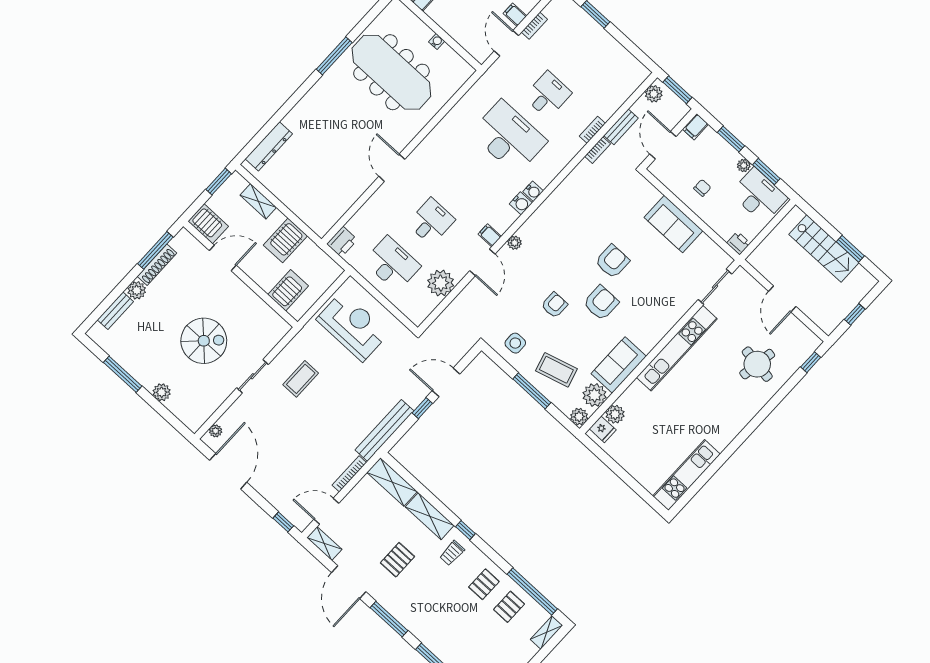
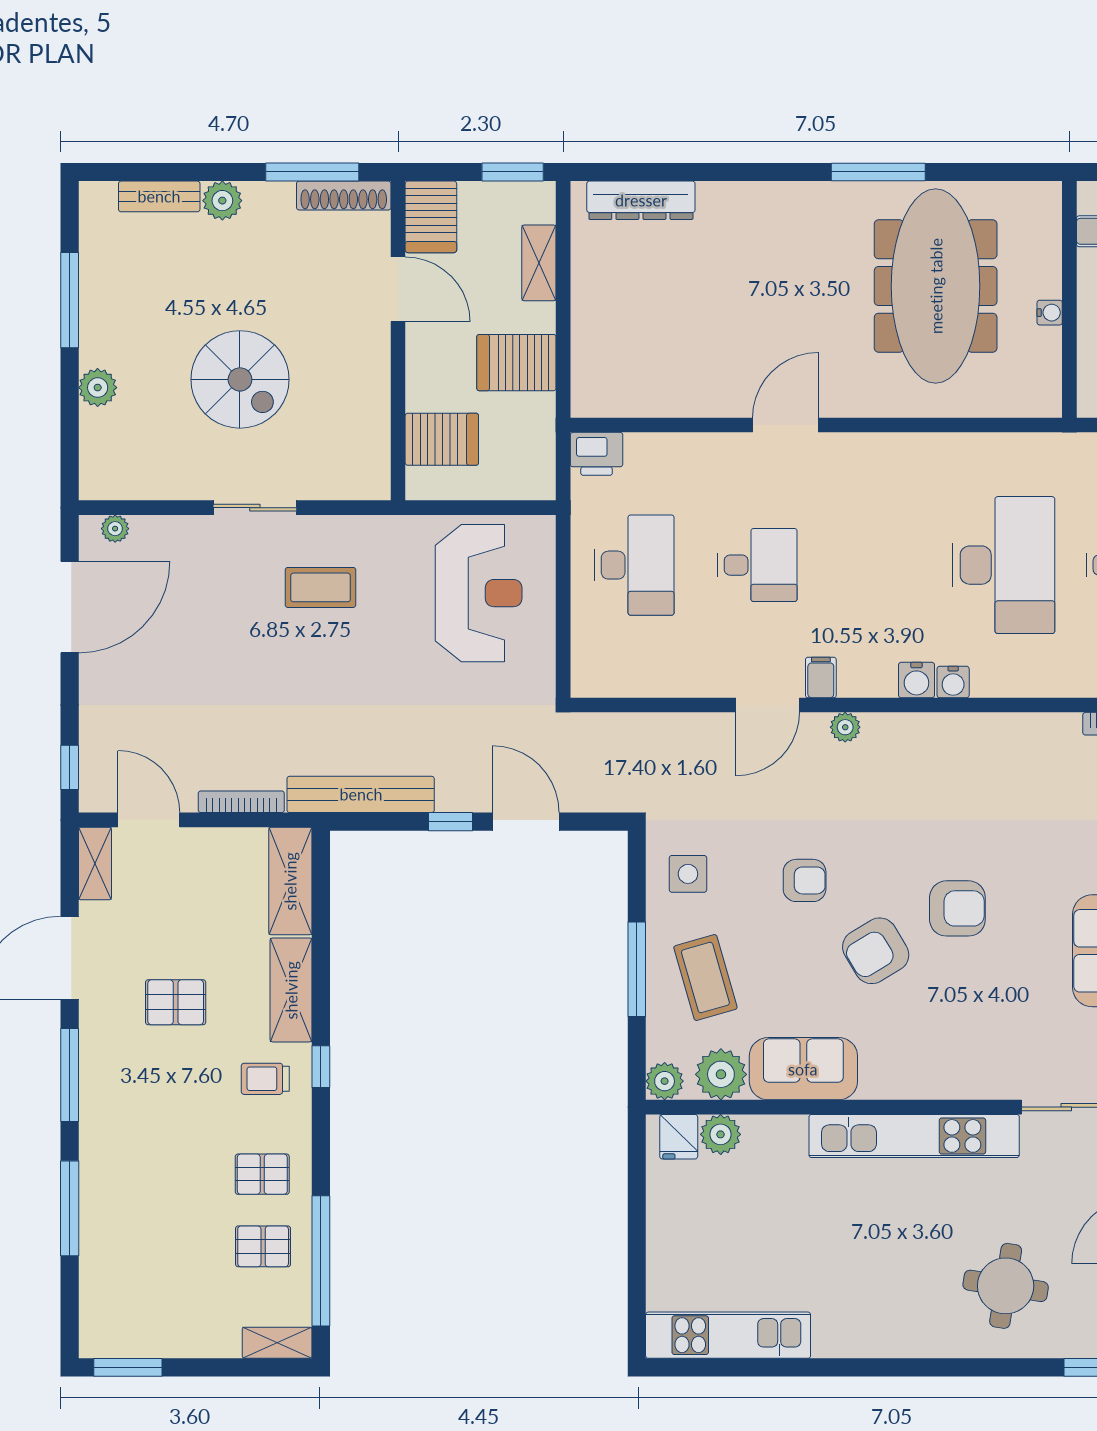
shoe rack: (157, 265) -> (344, 196), moved
plant: (441, 283) -> (674, 669), removed
armchair: (601, 303) -> (876, 951), turned 149

